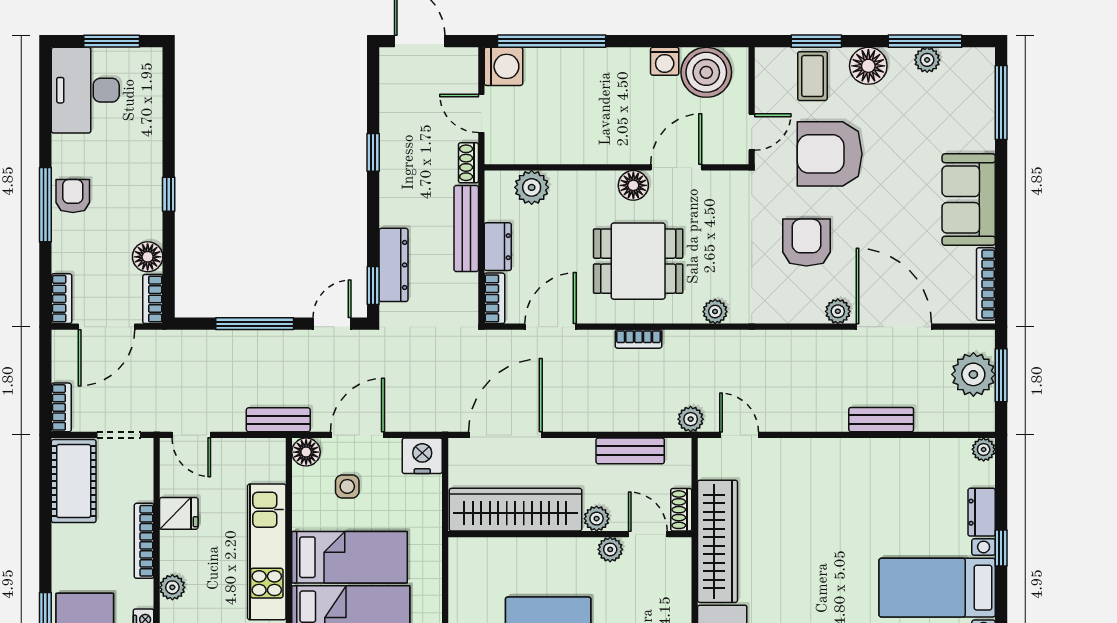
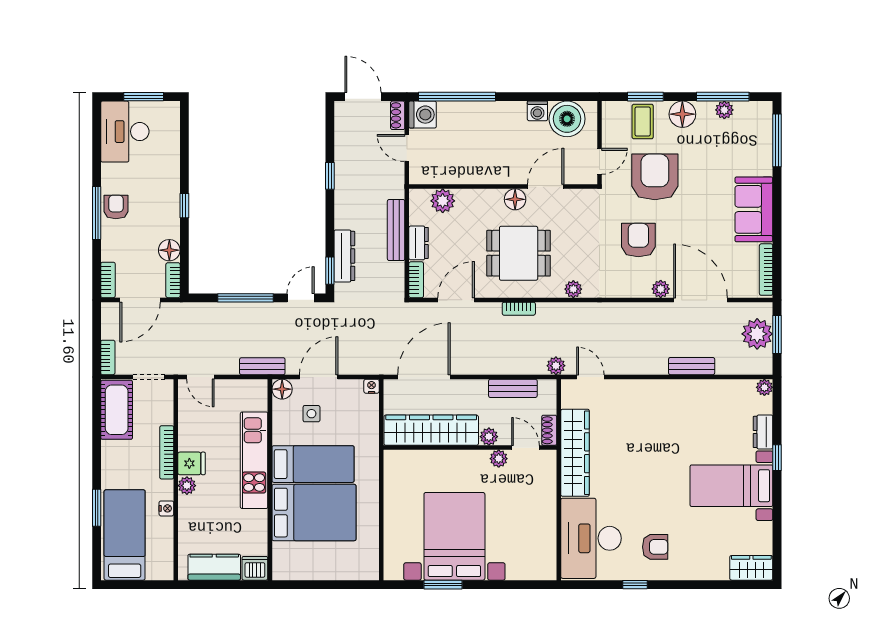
armchair: (830, 154) -> (655, 177), turned 90
shoe rack: (468, 163) -> (398, 115), moved
nightstand: (422, 456) -> (372, 386), width x0.53, depth x0.56
fridge: (179, 513) -> (191, 463), moved

